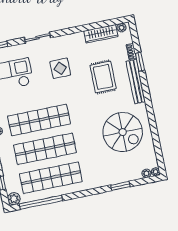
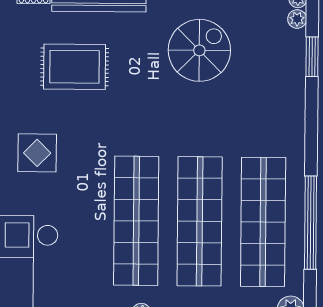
spiral stairs: (123, 132) -> (199, 50), width x0.73, depth x0.73
window: (120, 186) -> (312, 57), moved
window: (41, 202) -> (311, 223), moved

